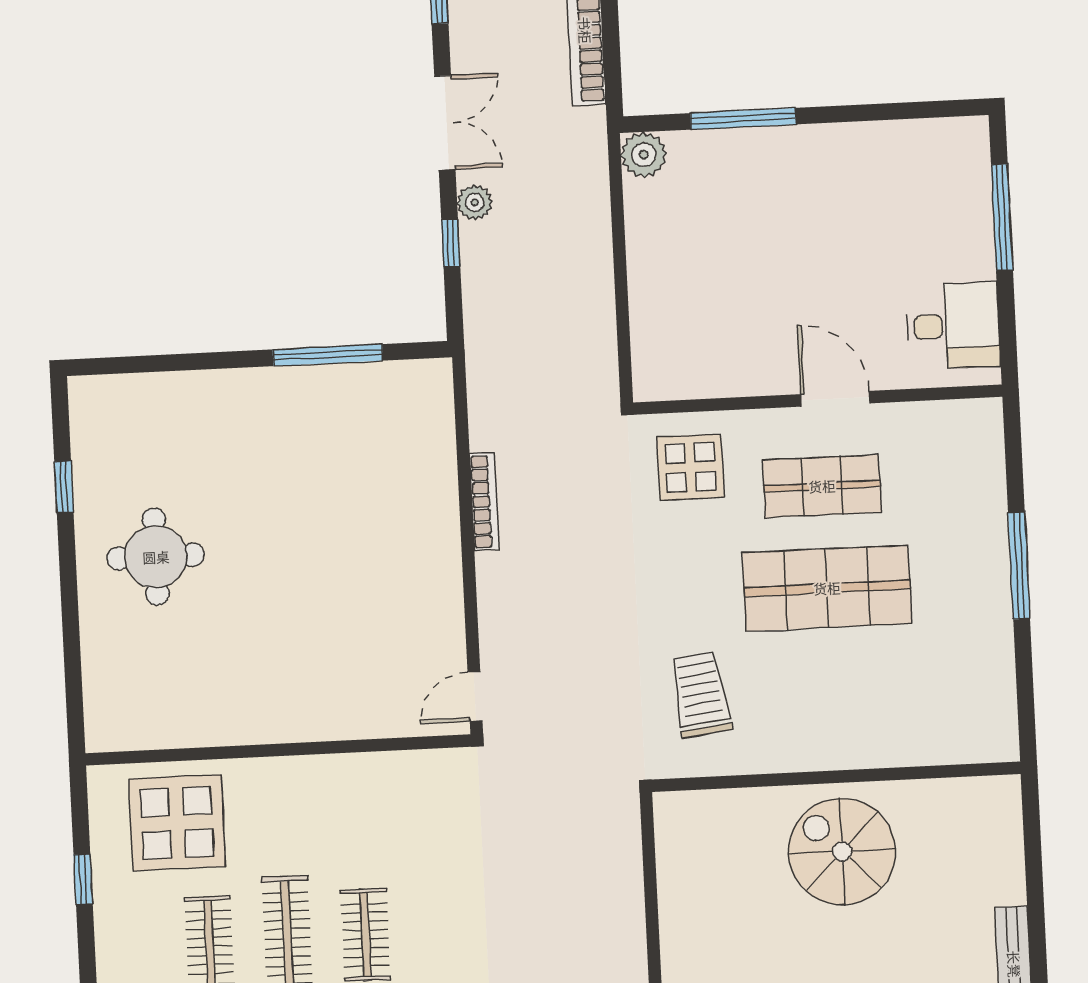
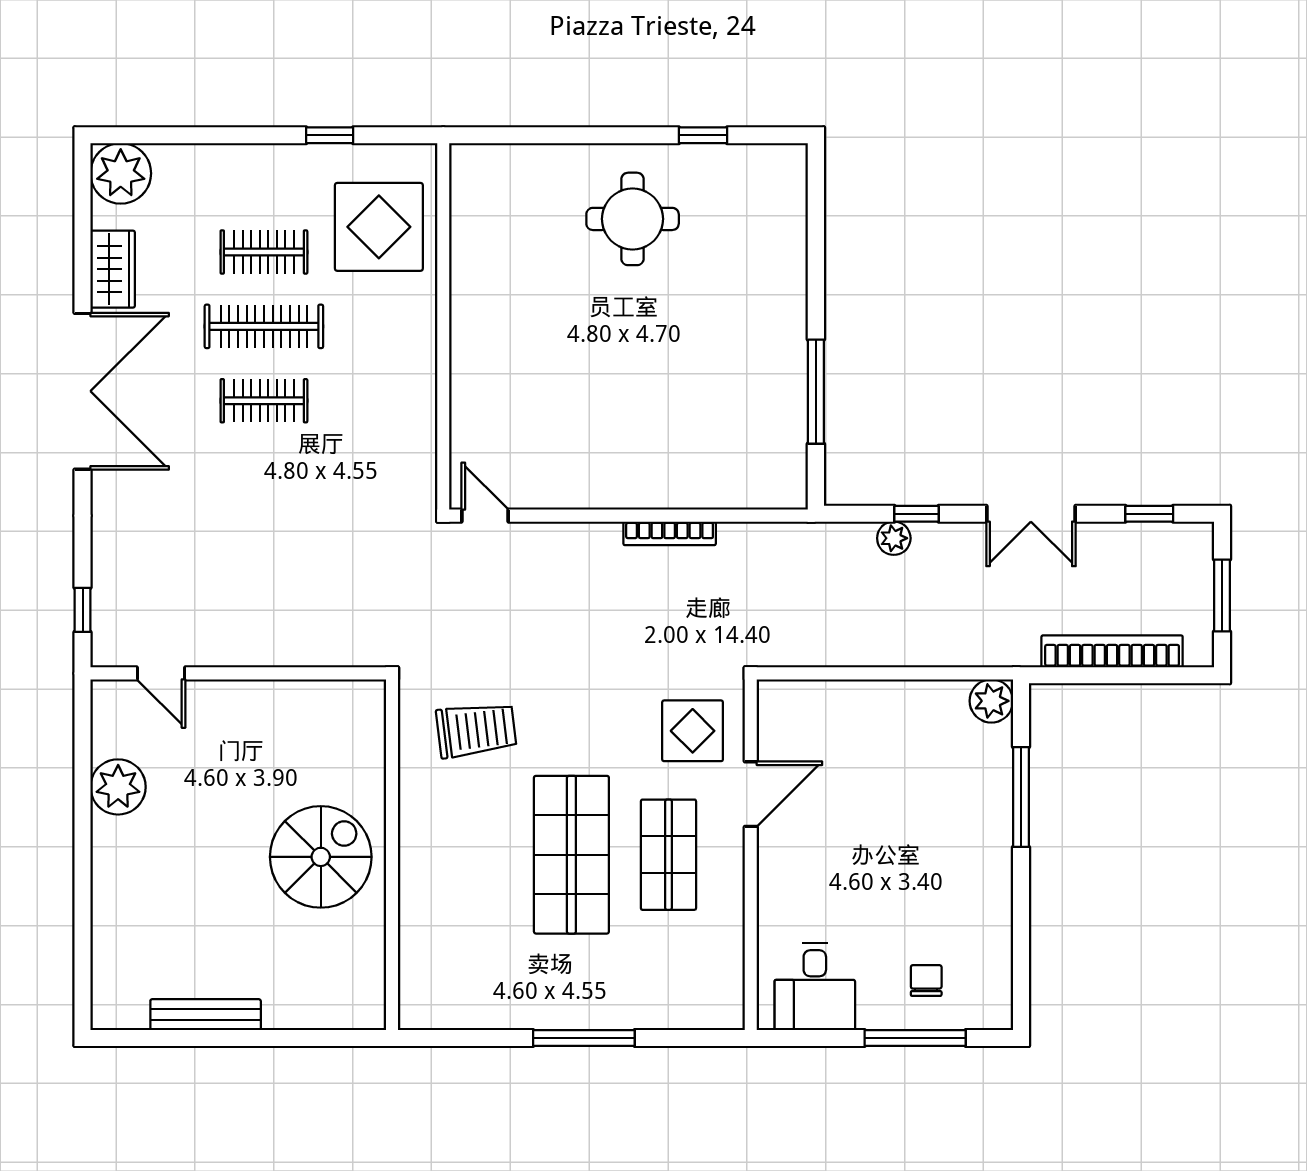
plant: (475, 202) -> (894, 538), moved
chair: (941, 209) -> (926, 981), added
door: (835, 399) -> (751, 794), moved

